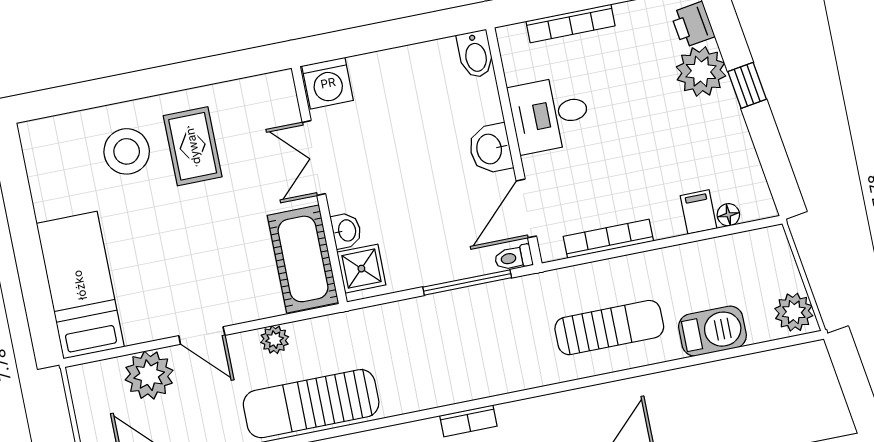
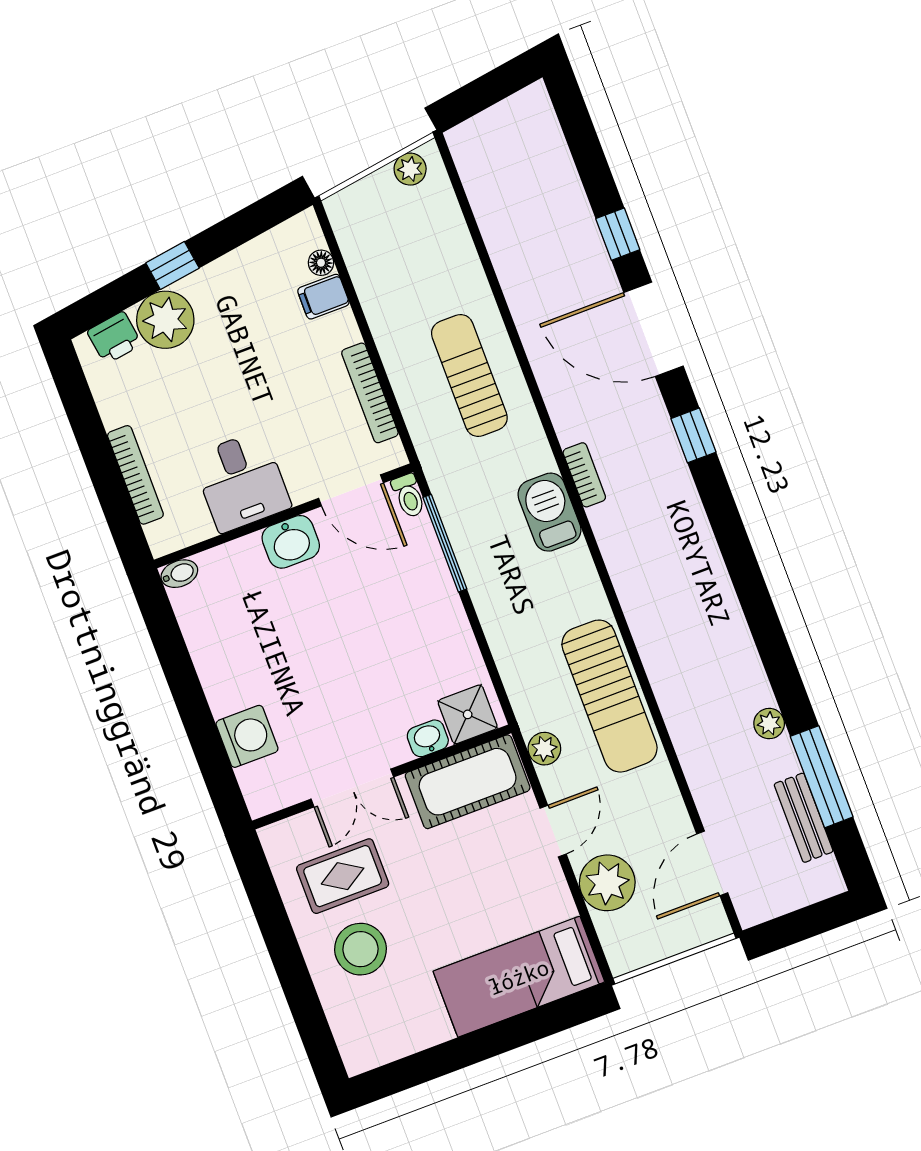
bidet: (475, 54) -> (179, 574), width x0.72, depth x0.74
double door: (314, 158) -> (352, 788), moved
wall: (319, 185) -> (382, 777), moved
washbasin: (346, 231) -> (428, 738), moved
cot: (303, 259) -> (468, 782), moved
shower: (361, 269) -> (468, 714), moved
plant: (794, 312) -> (410, 169), width x0.73, depth x0.73
barbecue: (712, 331) -> (549, 512), moved
bookcase: (468, 421) -> (584, 475), moved

